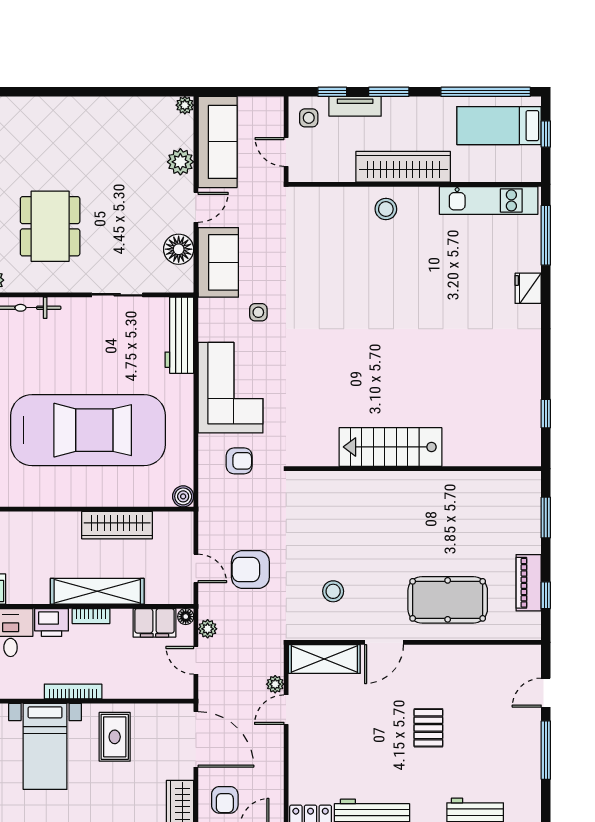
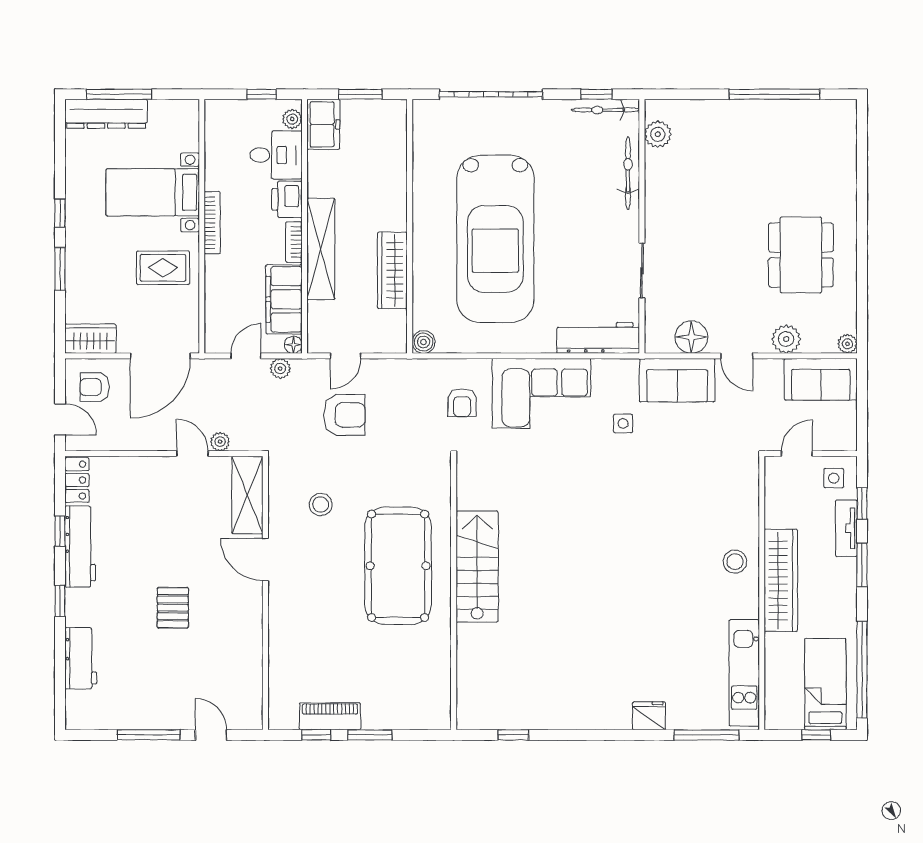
sofa: (218, 142) -> (821, 379), width x0.73
dining table: (50, 226) -> (801, 255), moved, turned 90
window: (546, 518) -> (370, 735), moved
armchair: (250, 570) -> (344, 415), turned 90
pool table: (448, 600) -> (398, 566), moved, width x1.36, depth x1.32
filing cabinet: (154, 623) -> (284, 299), width x1.50, depth x1.17
pallet: (428, 728) -> (173, 608), turned 90

